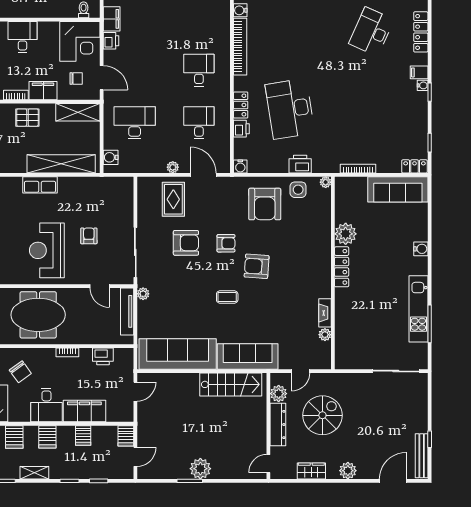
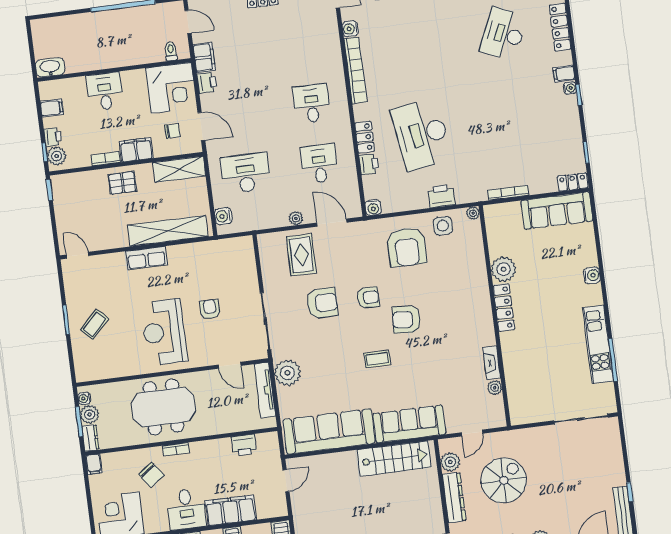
plant: (143, 294) -> (287, 373), width x1.88, depth x1.88
bookcase: (67, 352) -> (176, 449), moved

